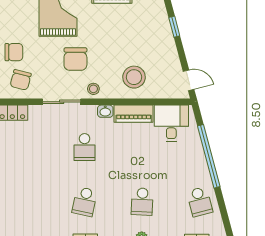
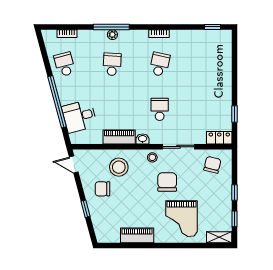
chair: (14, 52) -> (102, 189), moved
desk: (171, 123) -> (79, 116), moved, turned 75

